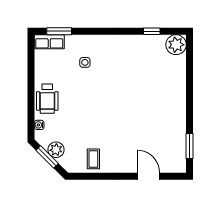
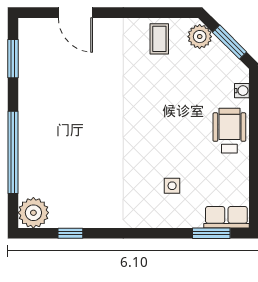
window: (190, 84) -> (13, 152), added
plant: (56, 150) -> (200, 37), moved

